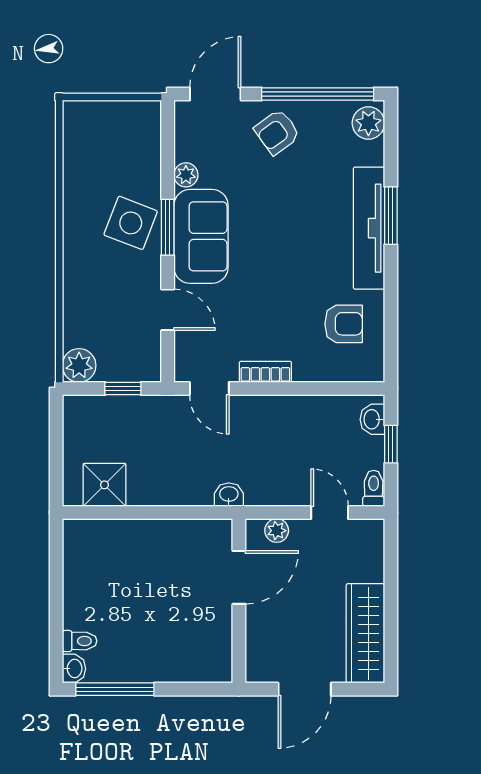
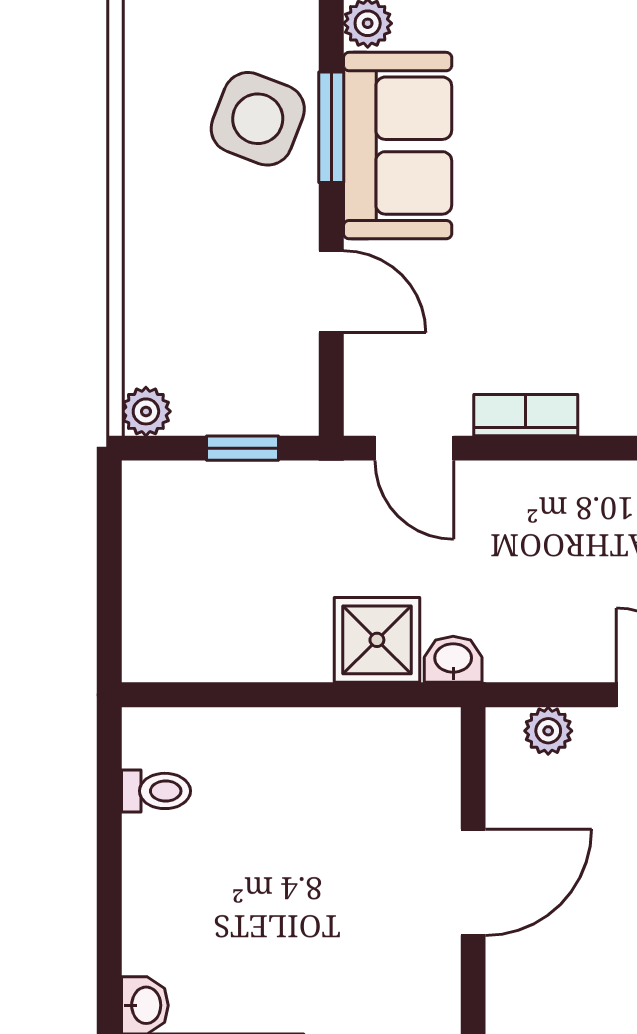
plant: (79, 365) -> (146, 411), width x0.73, depth x0.73
shower: (104, 485) -> (377, 640), moved
door: (239, 577) -> (473, 882), moved
toilet: (80, 641) -> (156, 791), moved

